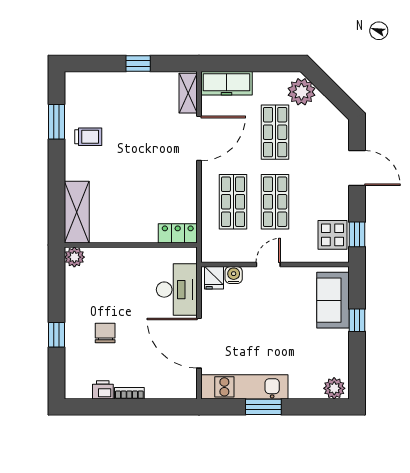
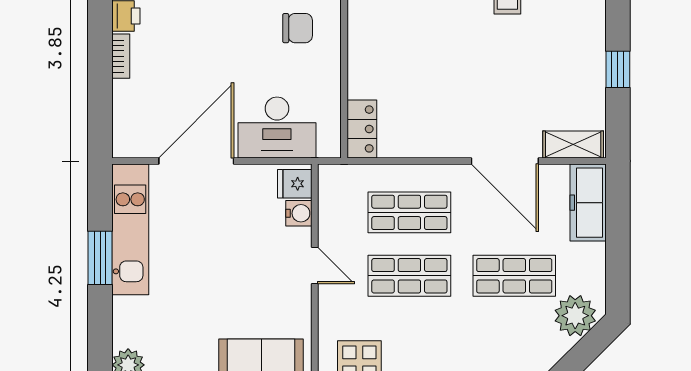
chair: (105, 333) -> (298, 28), moved

